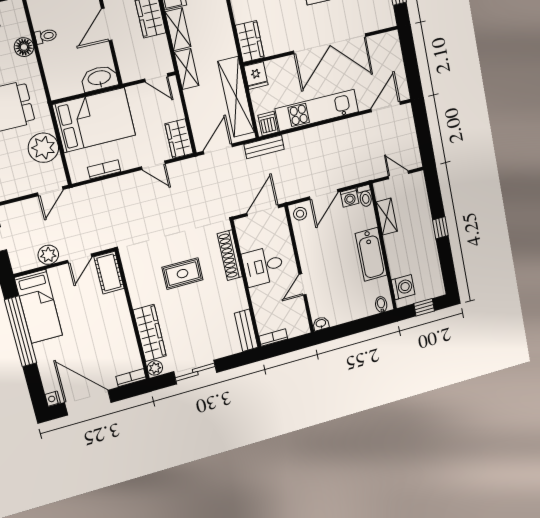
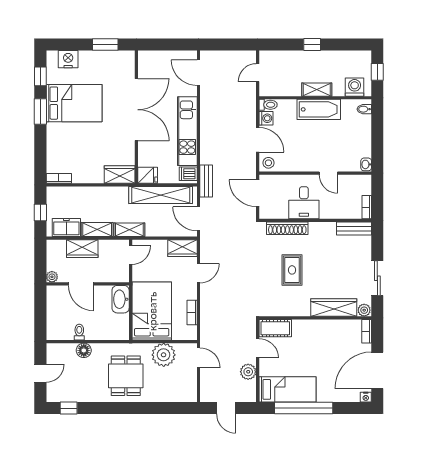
shelving: (387, 217) -> (317, 90), moved

